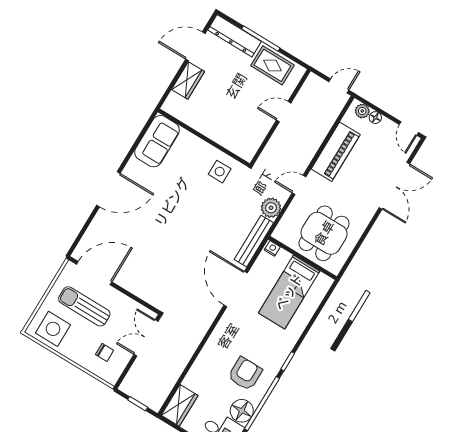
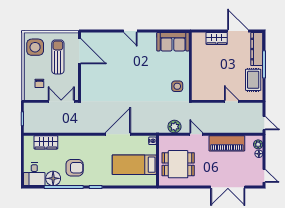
door: (409, 129) -> (264, 176), swing flipped
door: (108, 189) -> (130, 31), width x0.53
bench: (254, 241) -> (150, 128), removed
wardrobe: (180, 405) -> (46, 142), moved

